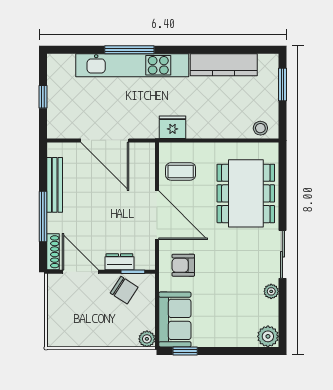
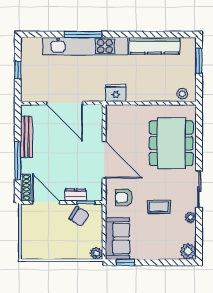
coffee table: (181, 171) -> (159, 207), moved

